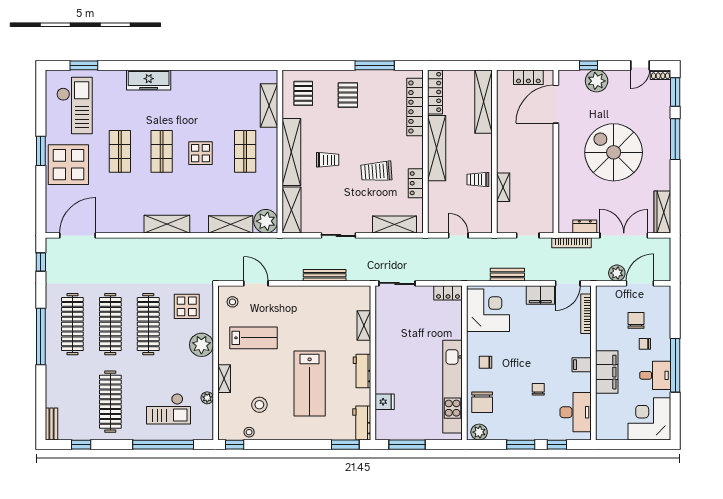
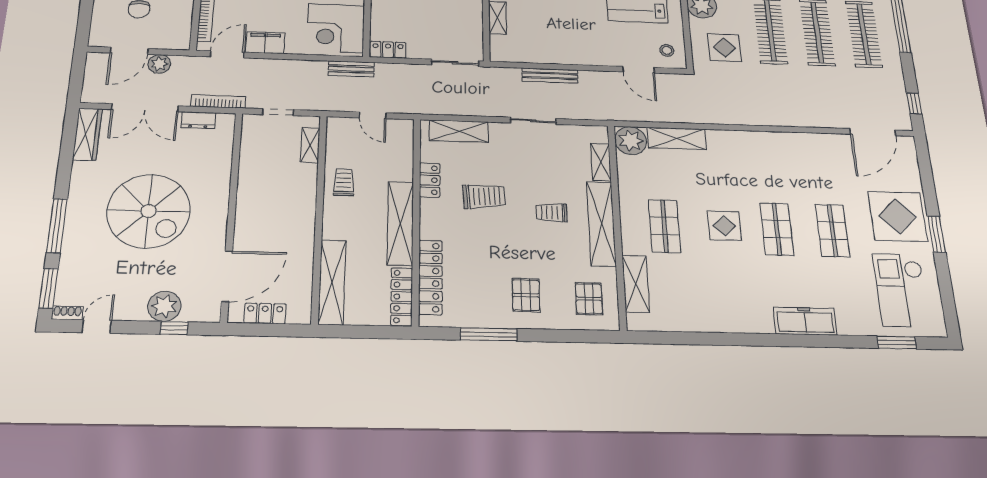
trolley: (478, 180) -> (344, 182), turned -90
shelving: (503, 187) -> (310, 145), moved
shelving: (292, 210) -> (601, 162), width x0.67, depth x0.75
shelving: (167, 224) -> (760, 141), removed
bench: (507, 275) -> (351, 69), moved

